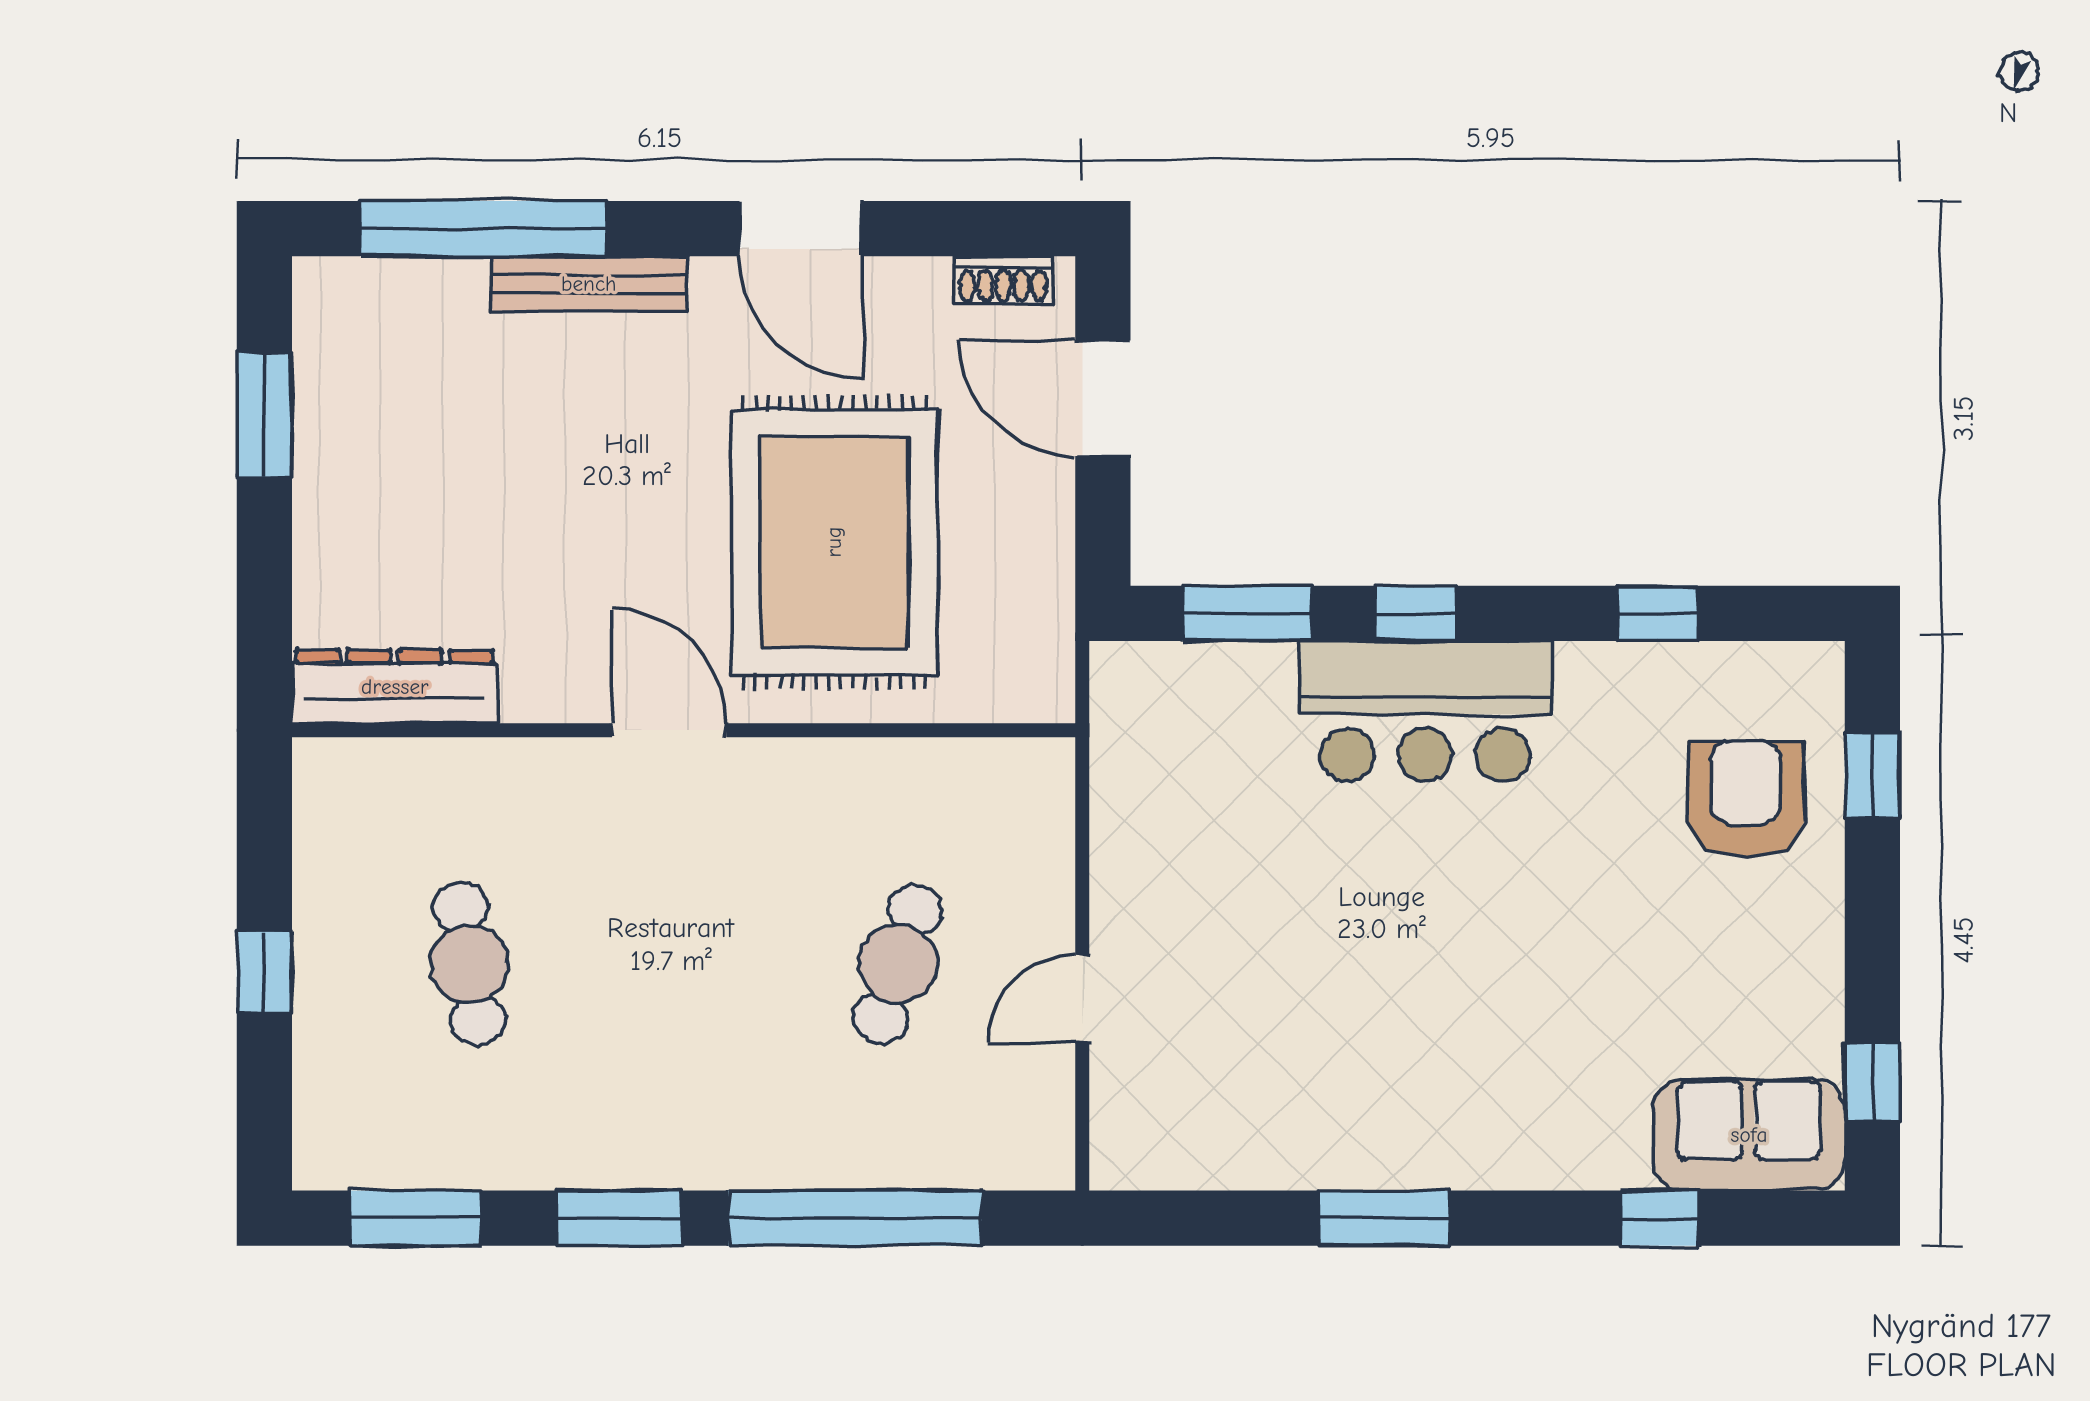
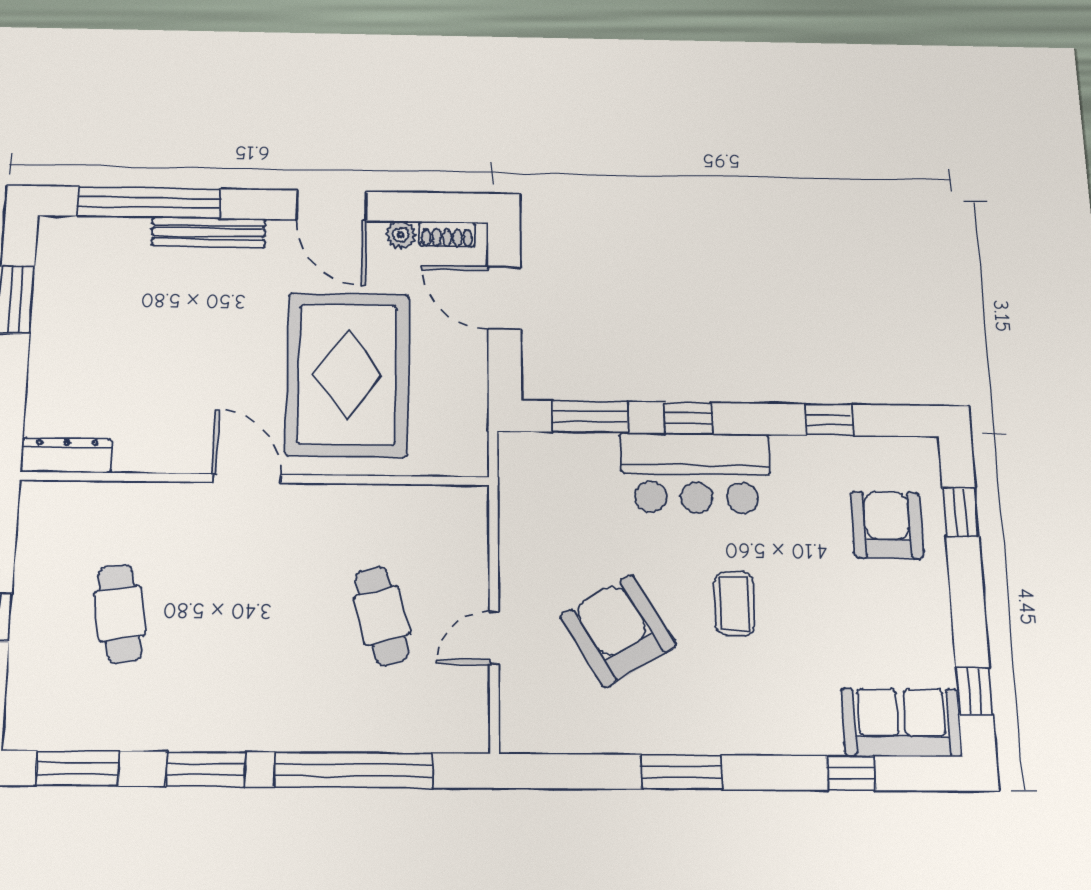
plant: (923, 282) -> (401, 235), added
dresser: (395, 687) -> (66, 456), width x0.73, depth x0.80
coffee table: (1481, 938) -> (734, 603), added
cafe table: (898, 964) -> (382, 616), turned -33
armchair: (1287, 986) -> (618, 631), added

